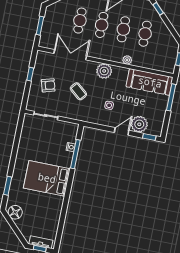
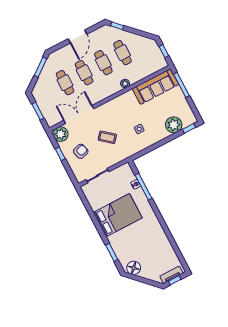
plant: (104, 71) -> (61, 134), moved
door: (122, 131) -> (165, 141), removed
bed: (47, 178) -> (118, 215), moved, turned 180

